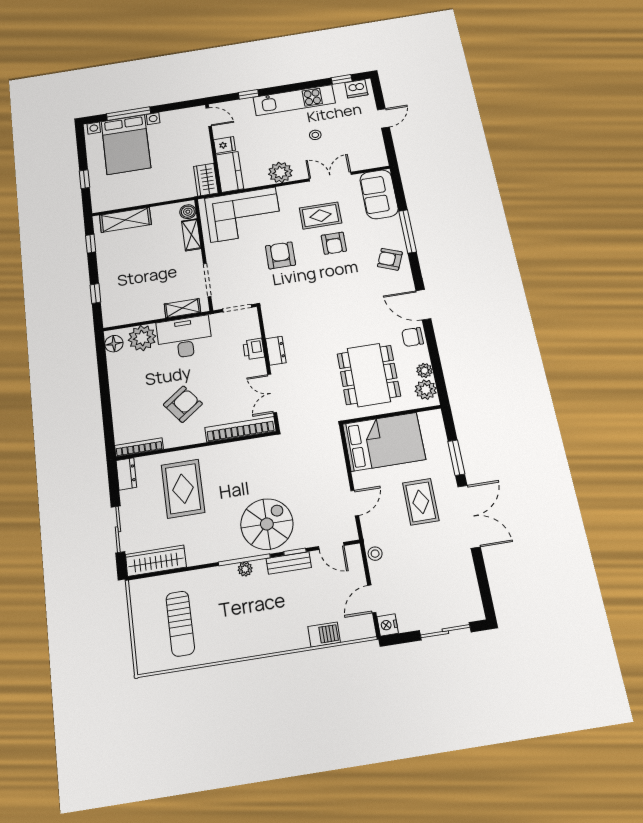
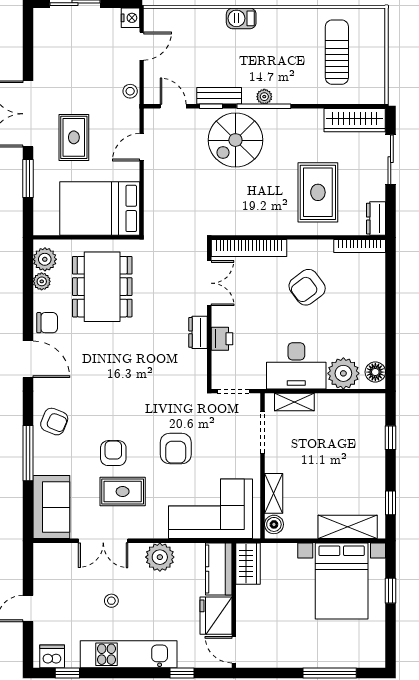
bed with nightstands: (126, 144) -> (342, 581), moved, turned 180
fridge: (225, 145) -> (216, 616), width x1.88, depth x1.34
barbecue: (324, 635) -> (241, 18), moved

